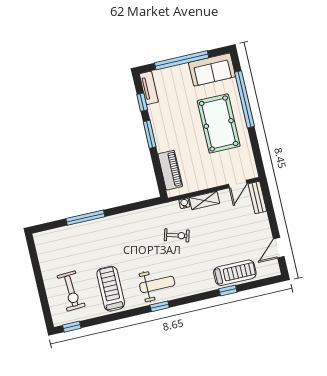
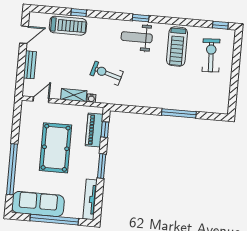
sofa: (212, 70) -> (38, 204), width x1.36
tv unit: (149, 88) -> (90, 199), width x1.41
window: (142, 102) -> (105, 130), moved
pool table: (219, 123) -> (56, 148), moved
bench: (257, 198) -> (30, 65), moved
exercise bike: (177, 235) -> (107, 73), width x1.38, depth x1.39
treadmill: (235, 273) -> (68, 26), turned 180

